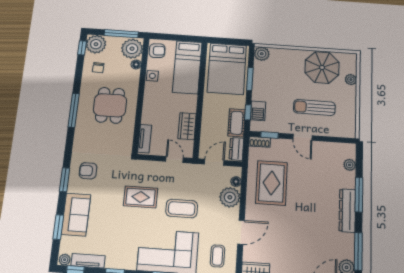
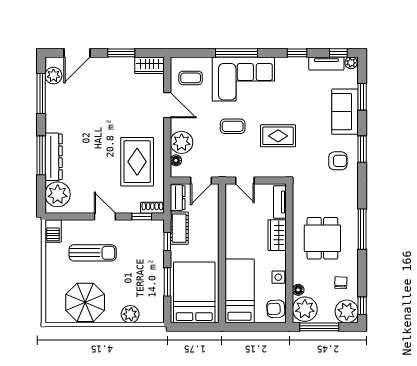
plant: (262, 54) -> (130, 314), moved
plant: (351, 80) -> (52, 290), removed
barbecue: (258, 111) -> (53, 231), moved, turned 180
wardrobe: (187, 126) -> (277, 235), moved, turned 180
plant: (350, 165) -> (58, 194), width x1.88, depth x1.88
coffee table: (182, 208) -> (233, 126), width x0.73, depth x0.77
dresser: (347, 211) -> (54, 157), moved
door: (241, 232) -> (167, 105), swing flipped
coffee table: (218, 256) -> (191, 78), turned 90

